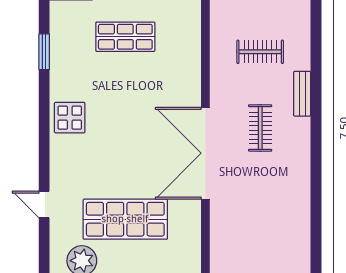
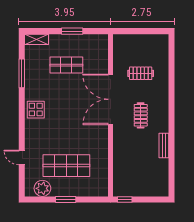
window: (44, 52) -> (22, 73), width x1.44
bench: (302, 94) -> (164, 145), moved
double door: (205, 153) -> (110, 99), moved

